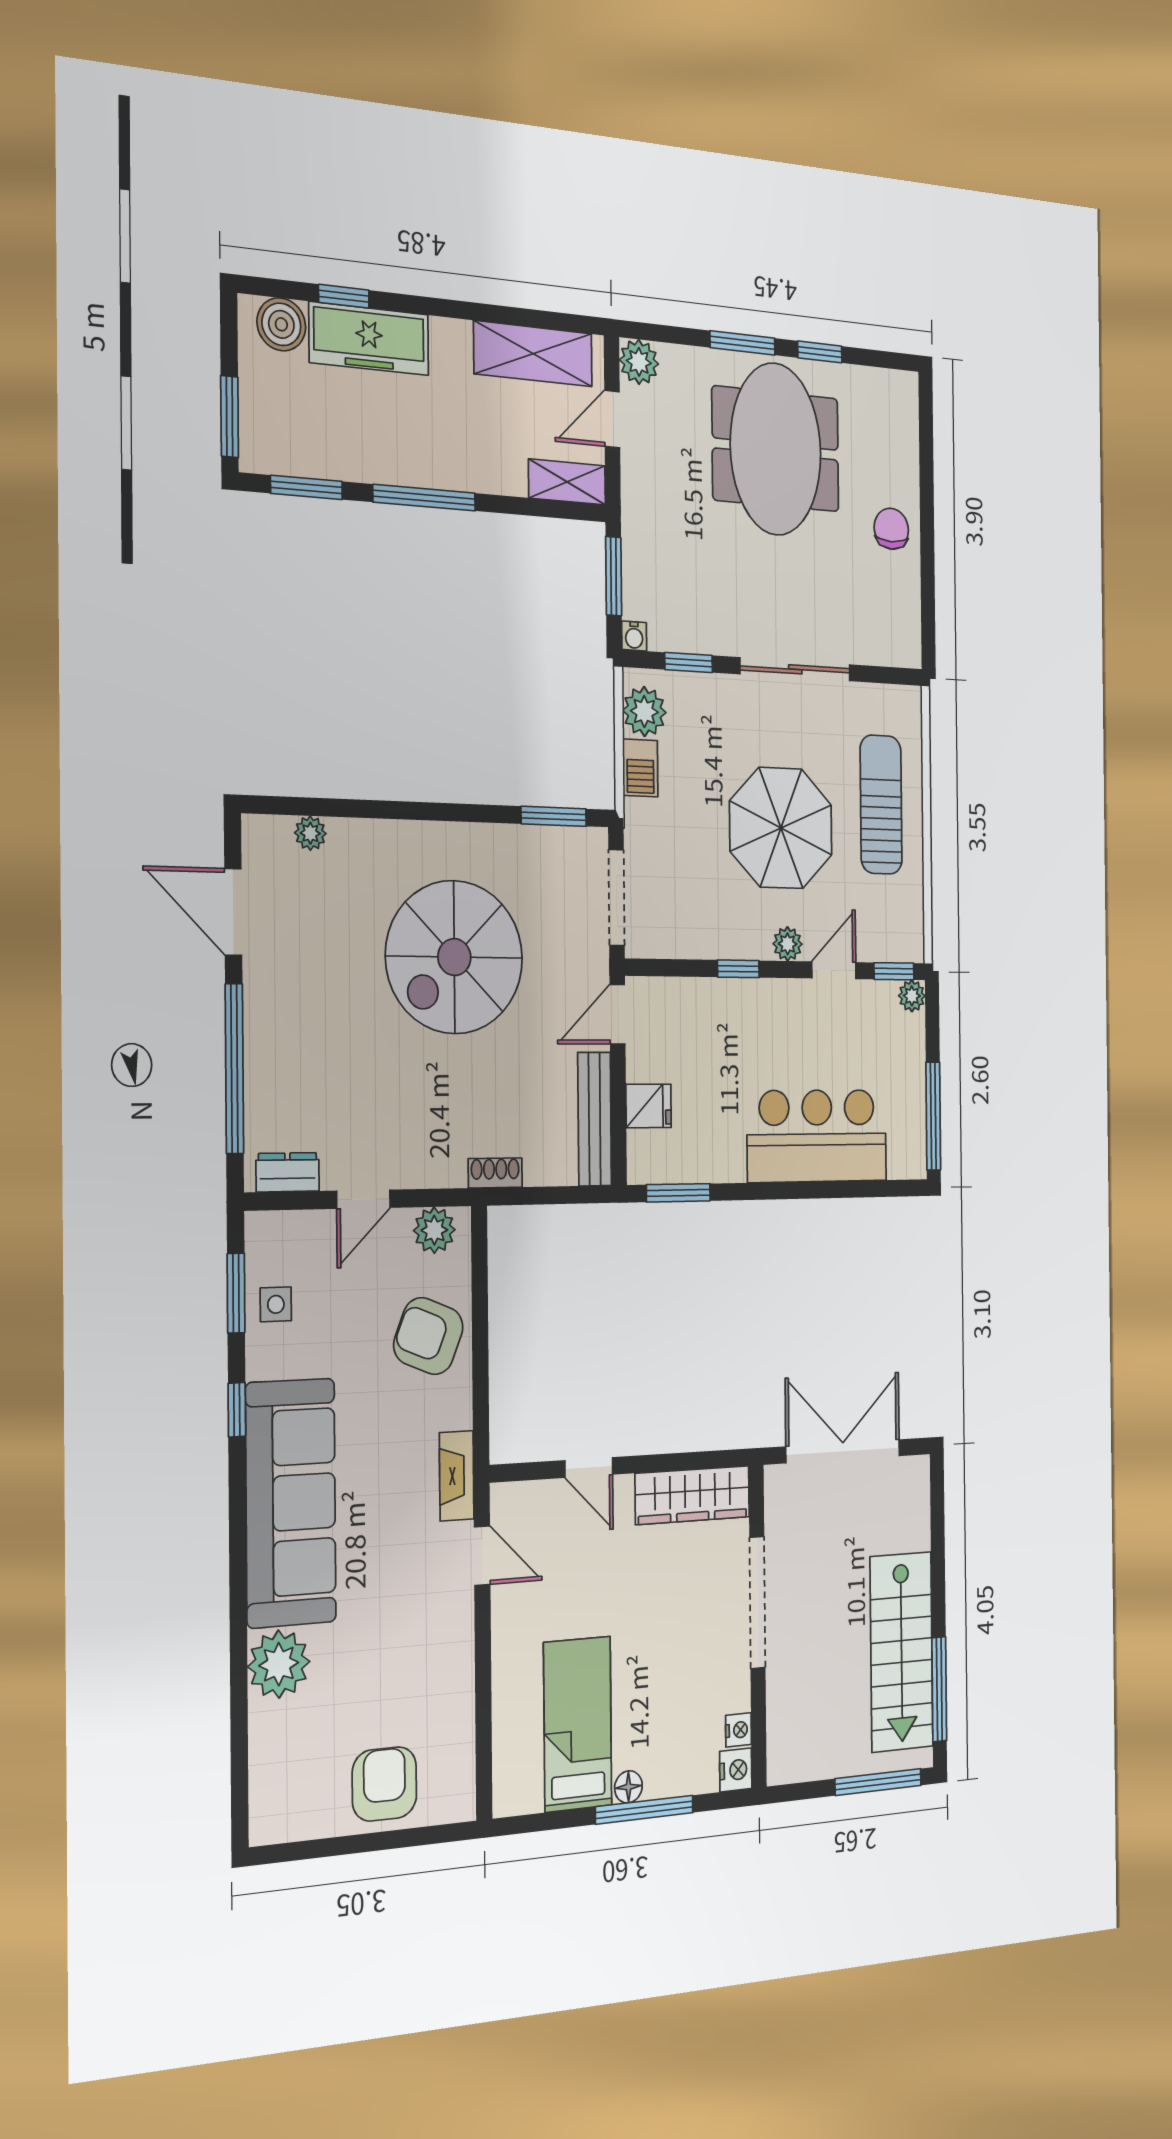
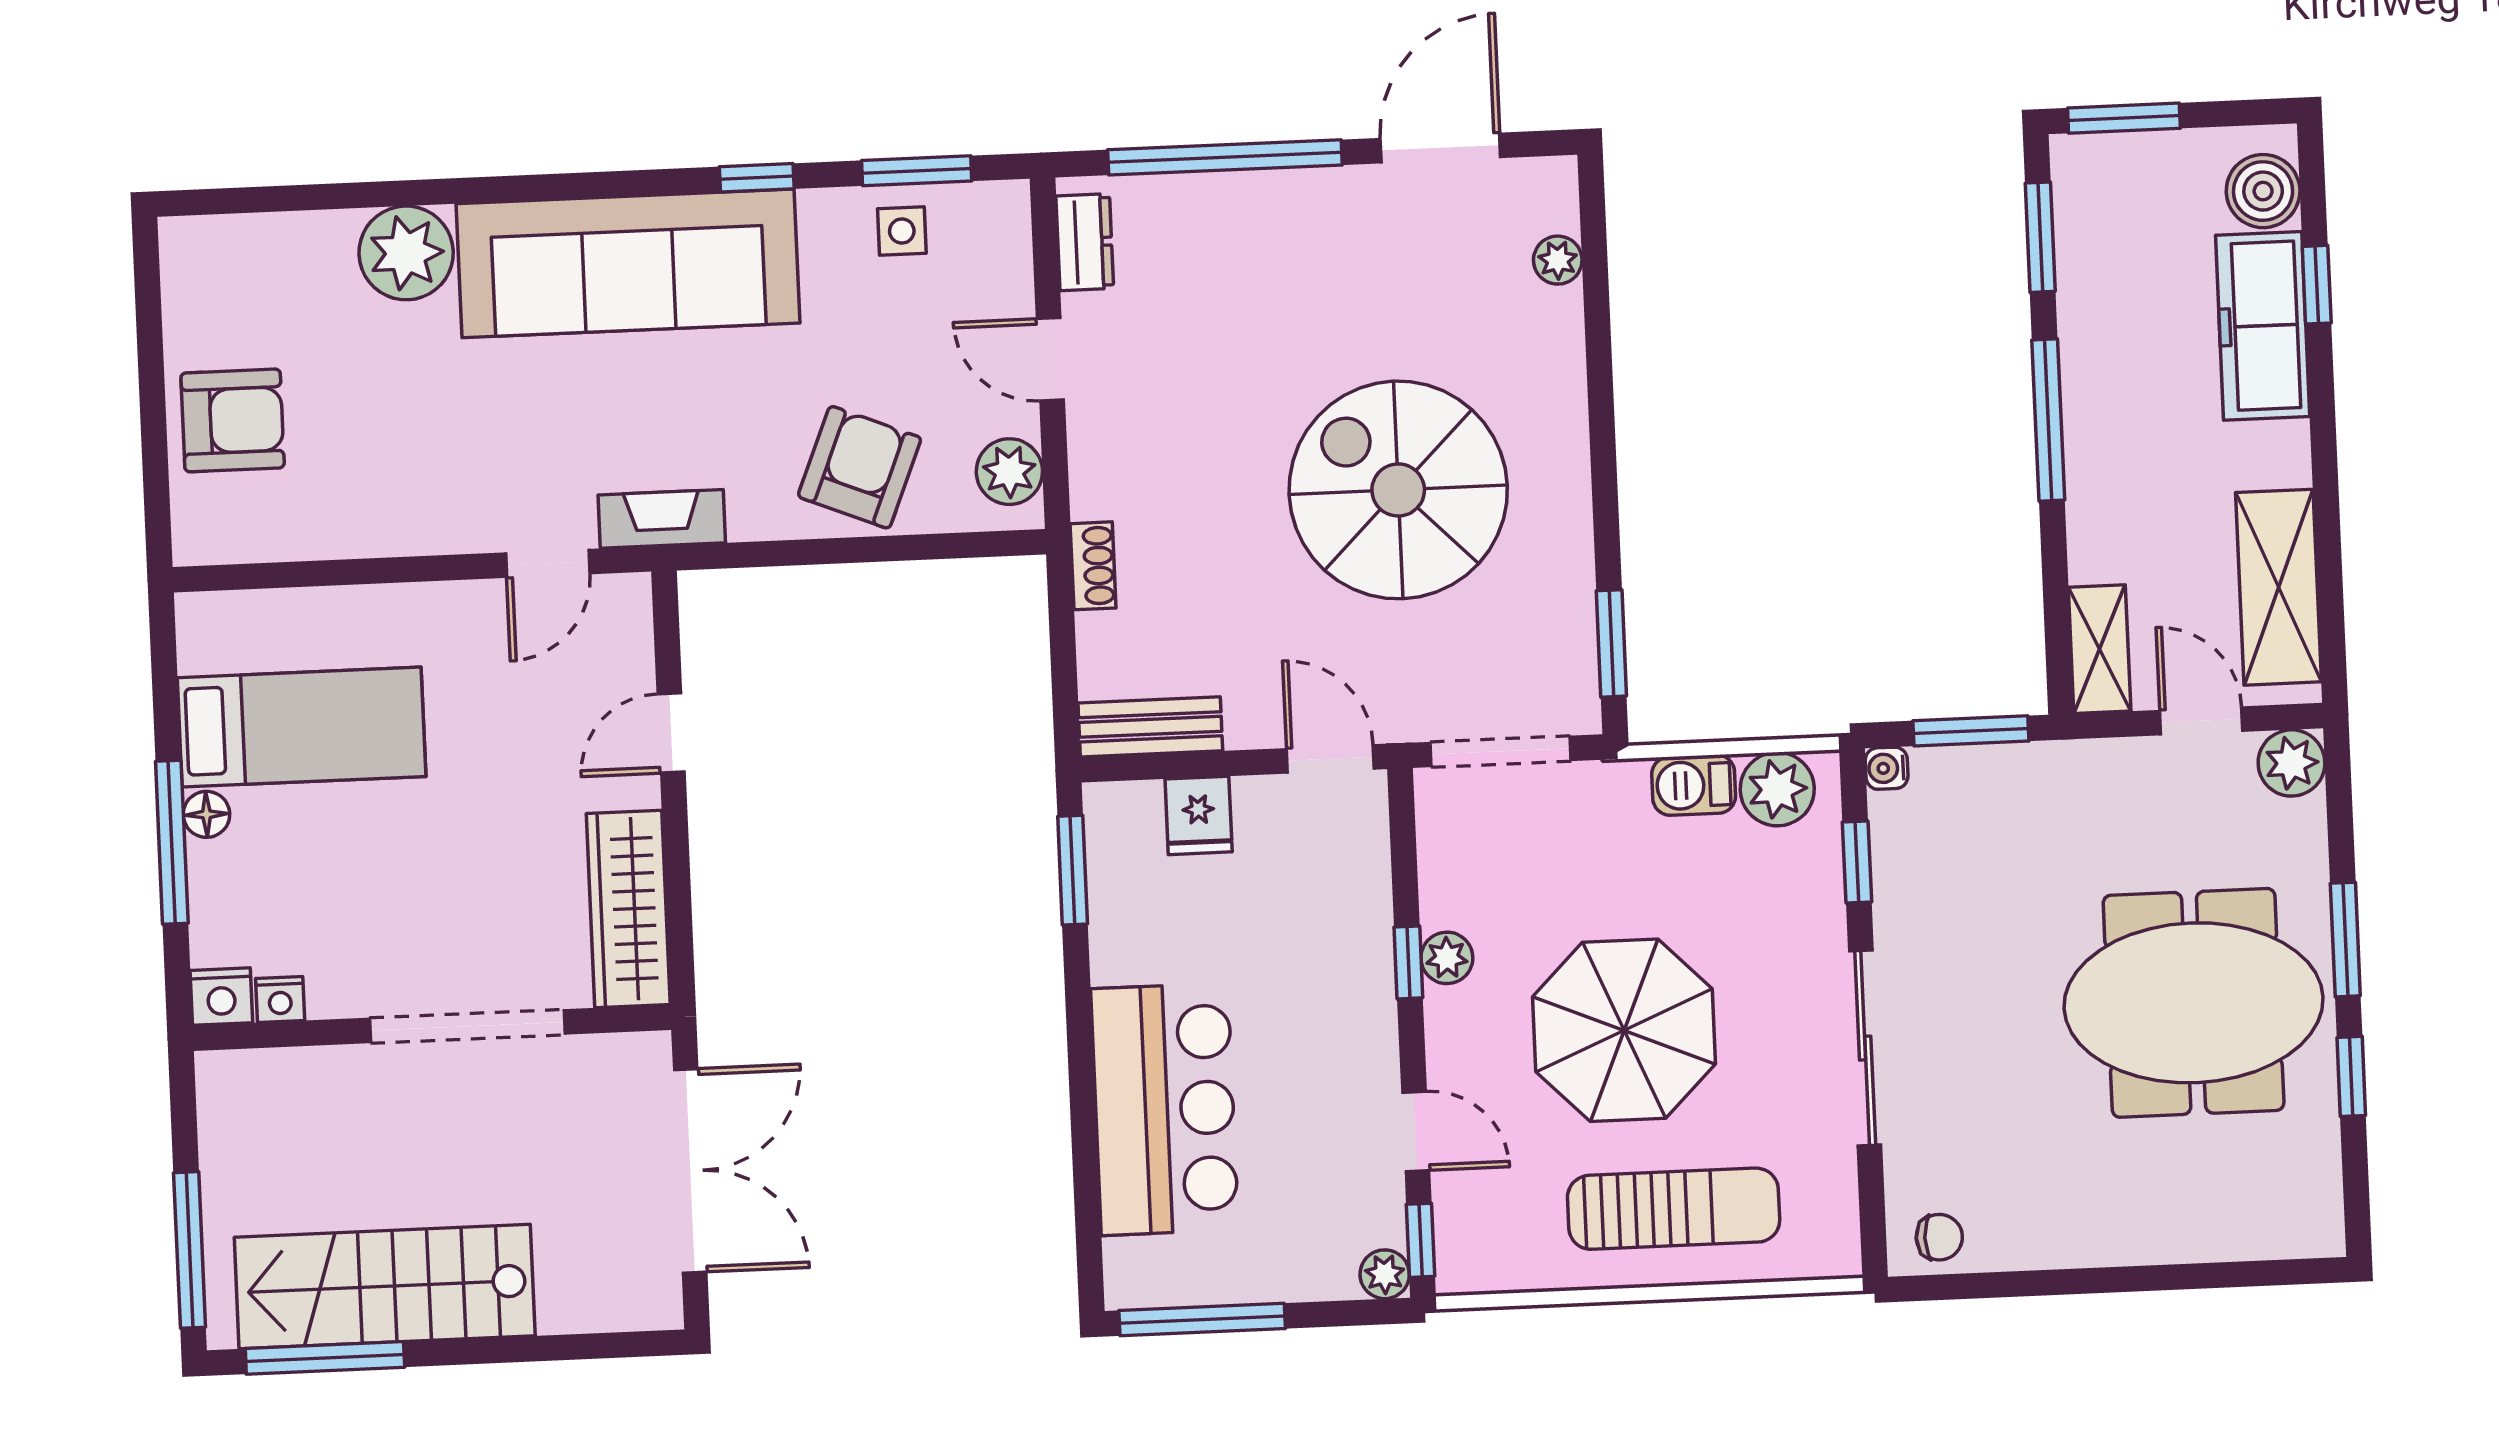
chair: (891, 529) -> (1939, 1237), moved, width x0.73, depth x0.73
plant: (788, 944) -> (1447, 958), moved
bench: (595, 1119) -> (1150, 727), width x0.73

